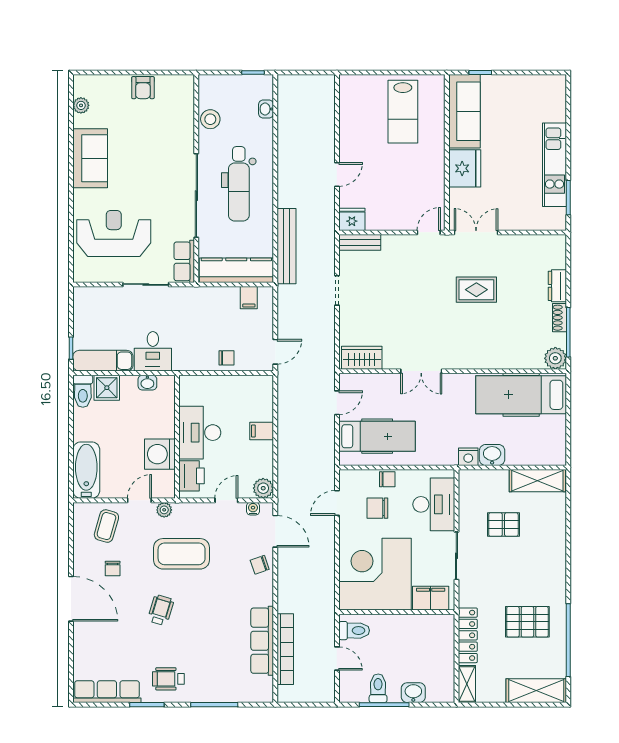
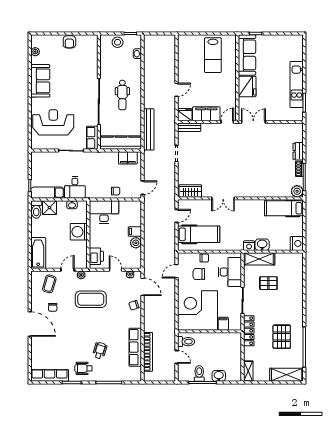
stool: (210, 119) -> (118, 42), moved
dental chair: (239, 184) -> (122, 95), width x0.73, depth x0.72
filing cabinet: (391, 218) -> (206, 114), added
rug: (476, 290) -> (254, 153), removed
filing cabinet: (249, 298) -> (128, 158), width x2.00
hospital bed: (521, 395) -> (284, 208), width x0.73, depth x0.78
desk: (200, 433) -> (104, 212), moved, turned 90
nightstand: (555, 453) -> (297, 243), added
washing machine: (160, 454) -> (79, 232), moved
shelving: (537, 481) -> (259, 259), moved
plant: (263, 488) -> (136, 243), moved
door: (226, 500) -> (115, 270), hinge flipped
filing cabinet: (431, 598) -> (223, 324), width x0.50
wheelchair: (161, 610) -> (100, 350), moved
pallet: (527, 622) -> (282, 337), turned 90
locker: (468, 635) -> (249, 331), moved

